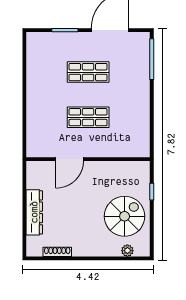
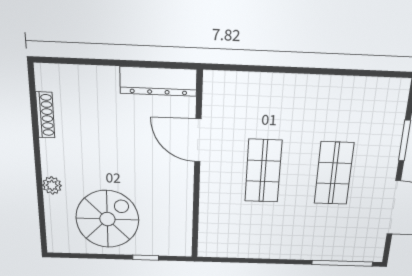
dresser: (34, 212) -> (158, 81), moved
spiral stairs: (125, 216) -> (107, 219), turned -90
plant: (127, 251) -> (52, 185), moved

